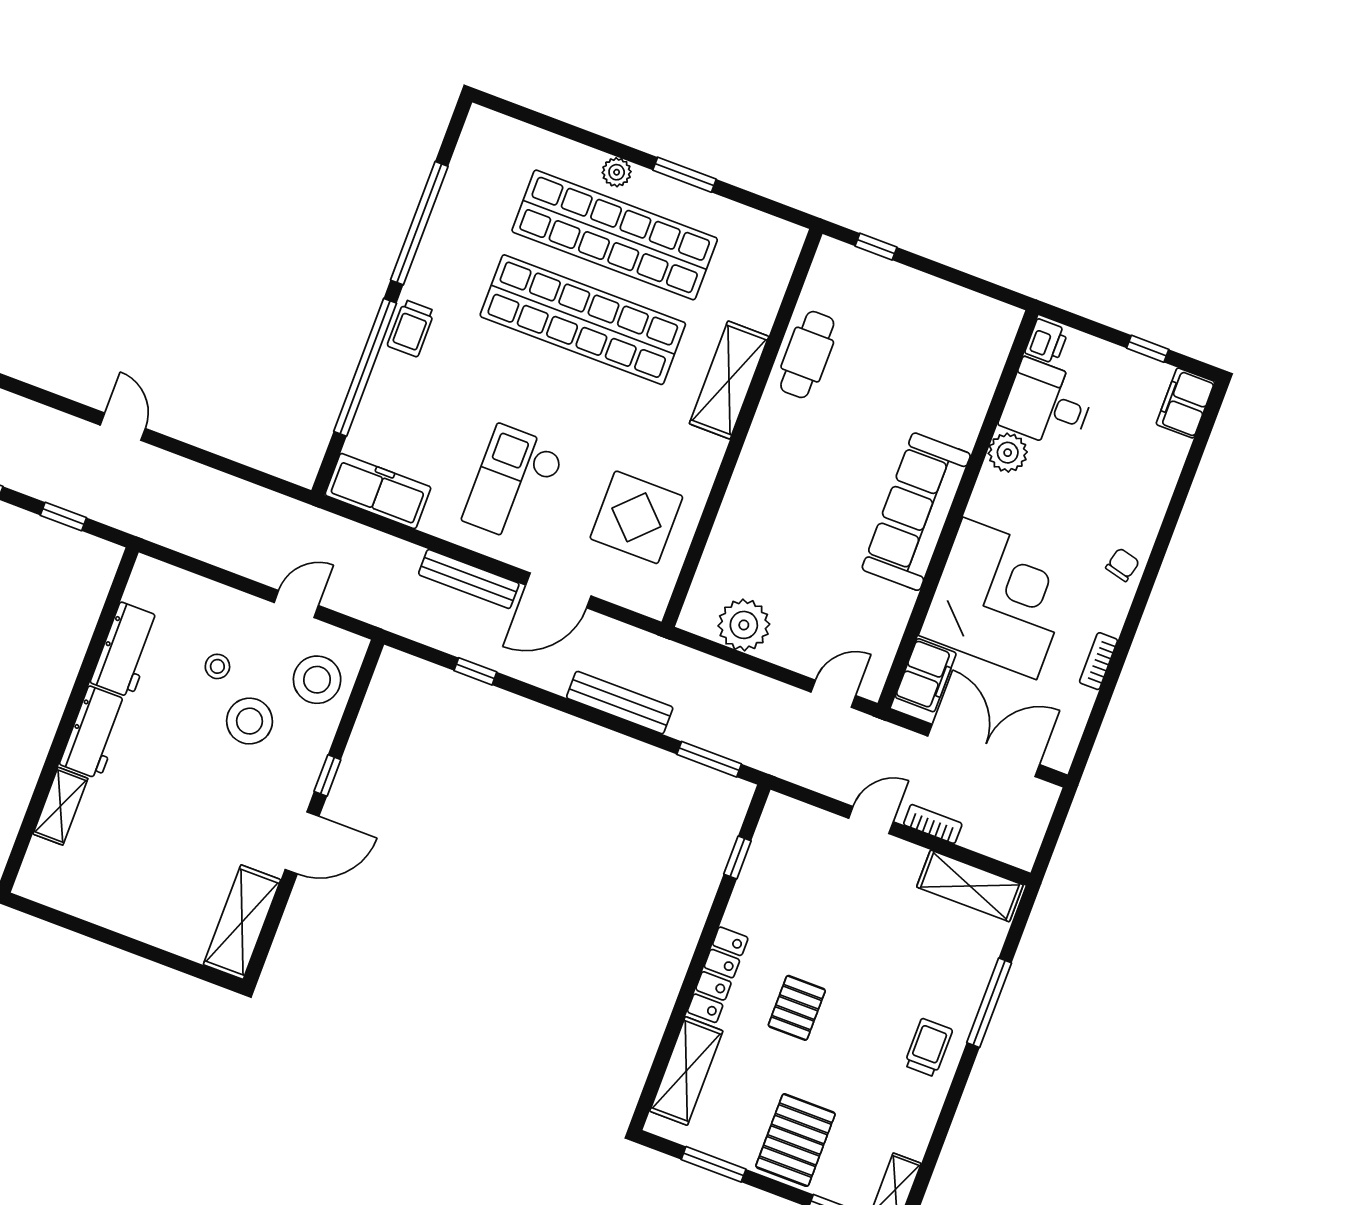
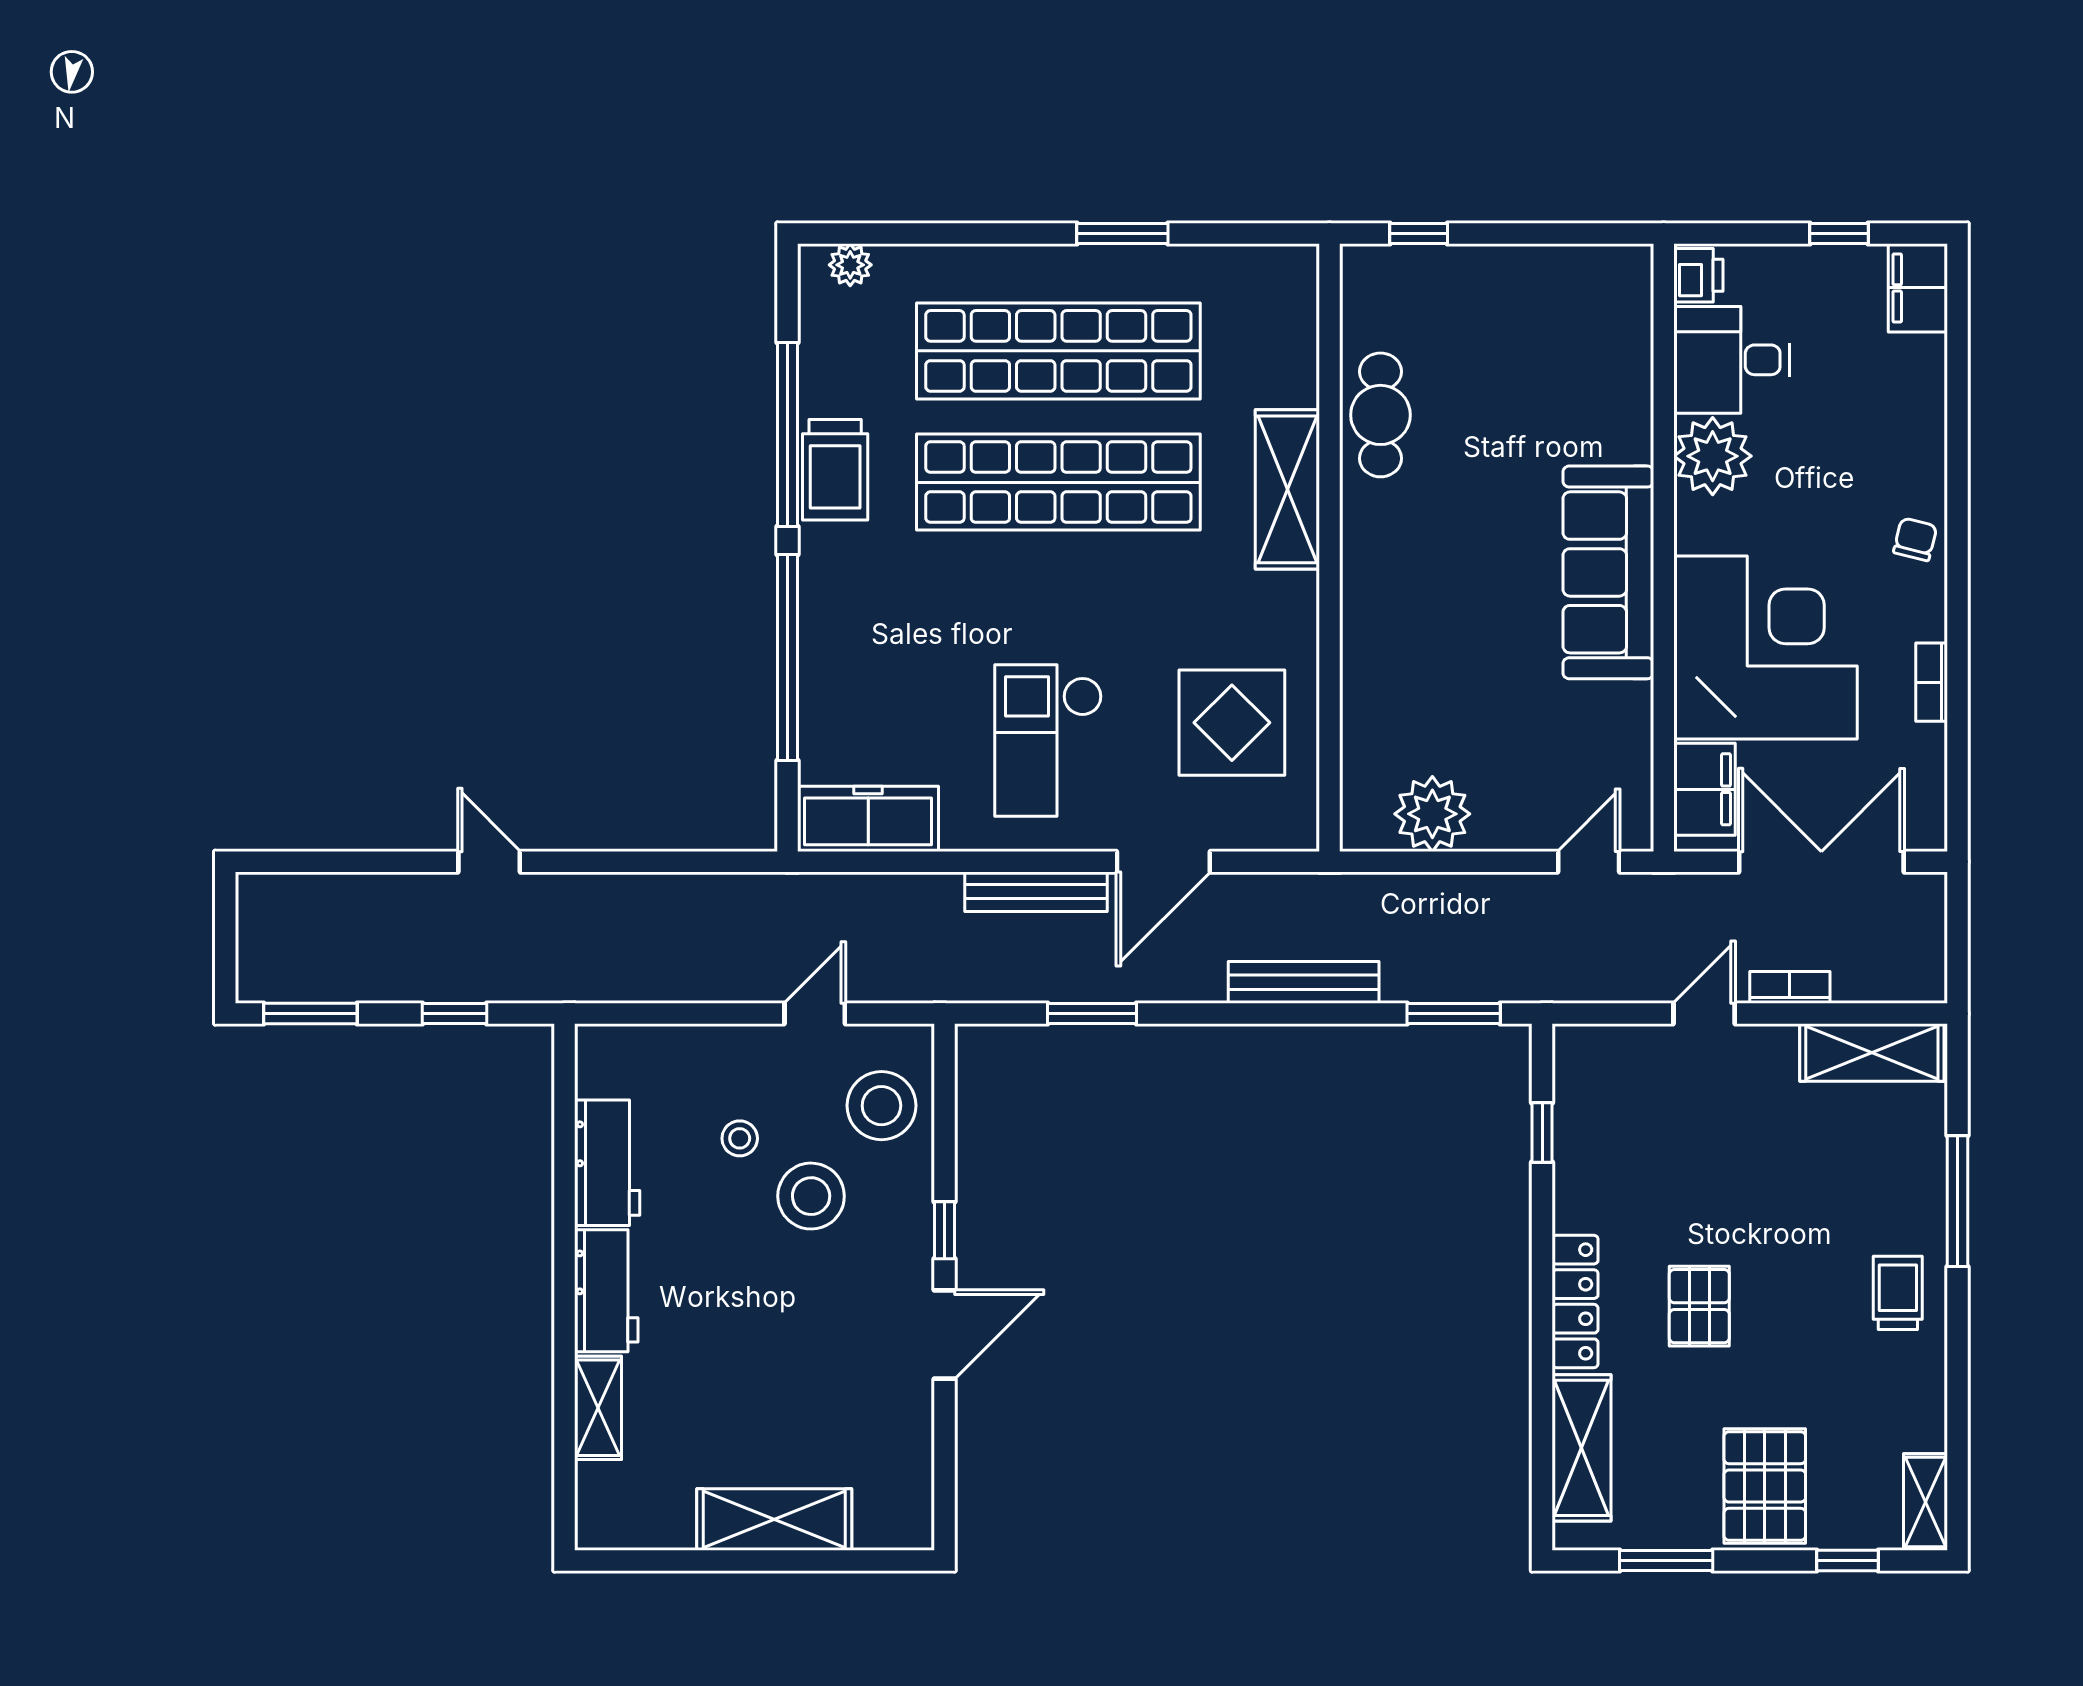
plant: (617, 172) -> (850, 265), moved
trolley: (411, 328) -> (835, 470), moved, width x1.36, depth x1.39
plant: (1008, 453) -> (1713, 456), width x1.36, depth x1.36
window: (475, 671) -> (1092, 1014), width x1.50
shelving: (242, 922) -> (774, 1520), moved, turned 90

